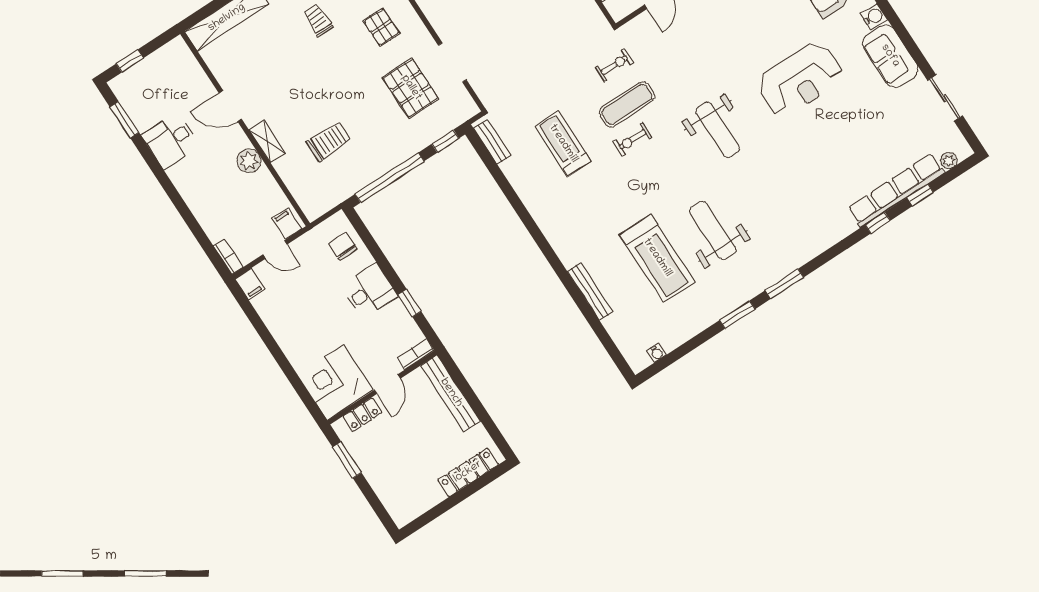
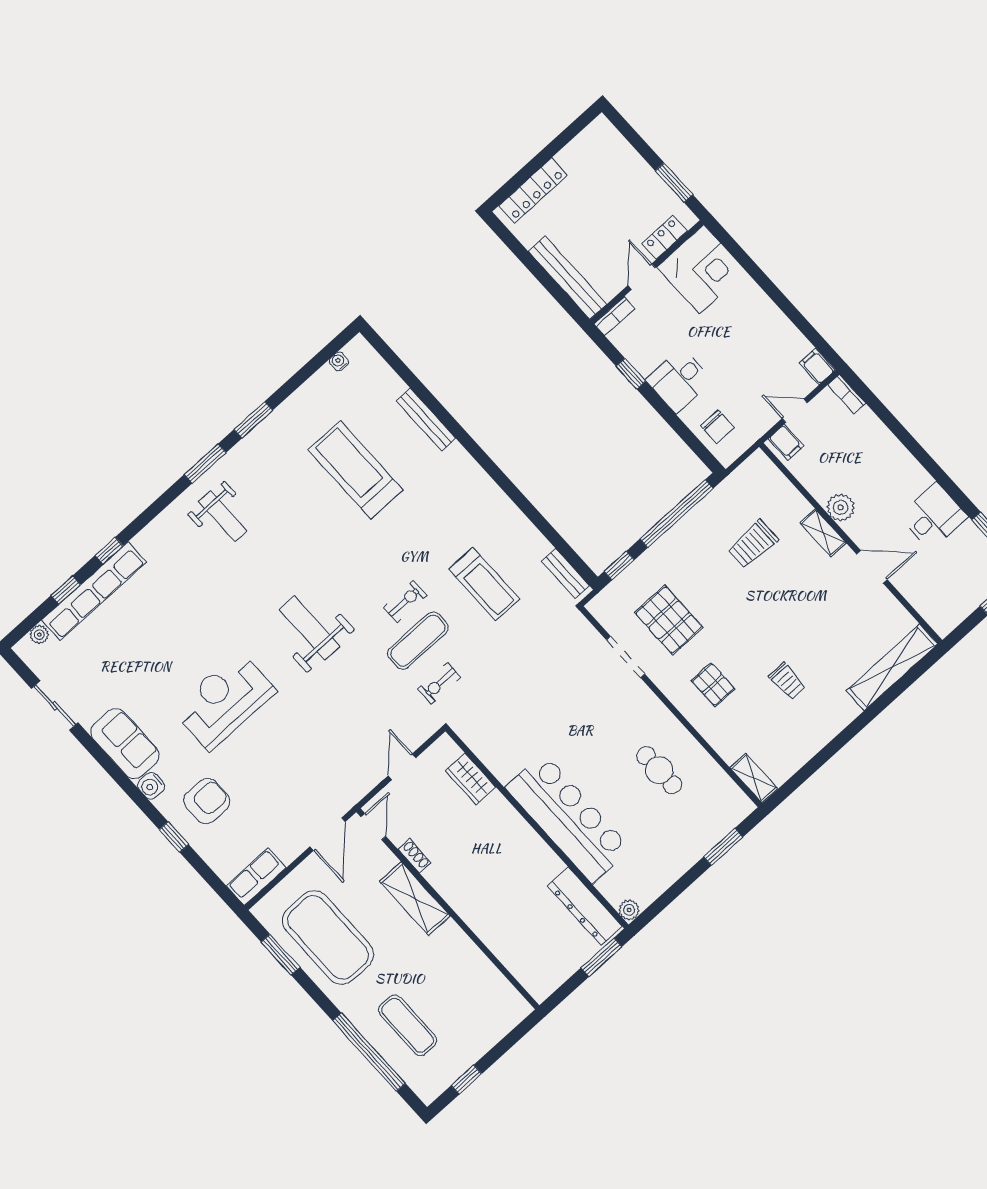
weight bench: (713, 230) -> (223, 516), moved, width x0.73, depth x0.75

